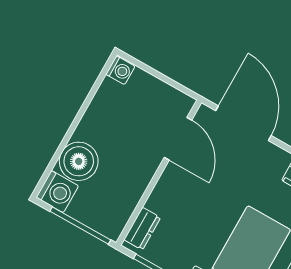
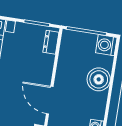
boiler: (79, 161) -> (99, 79), moved

